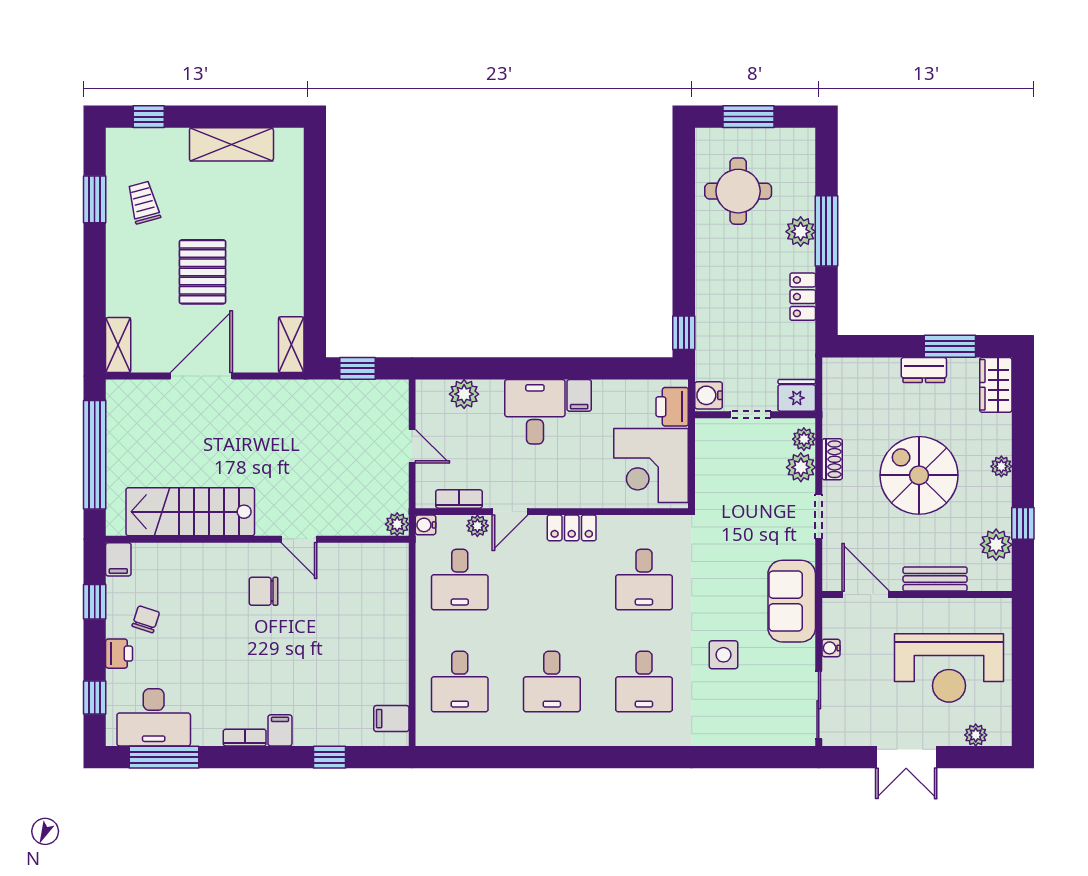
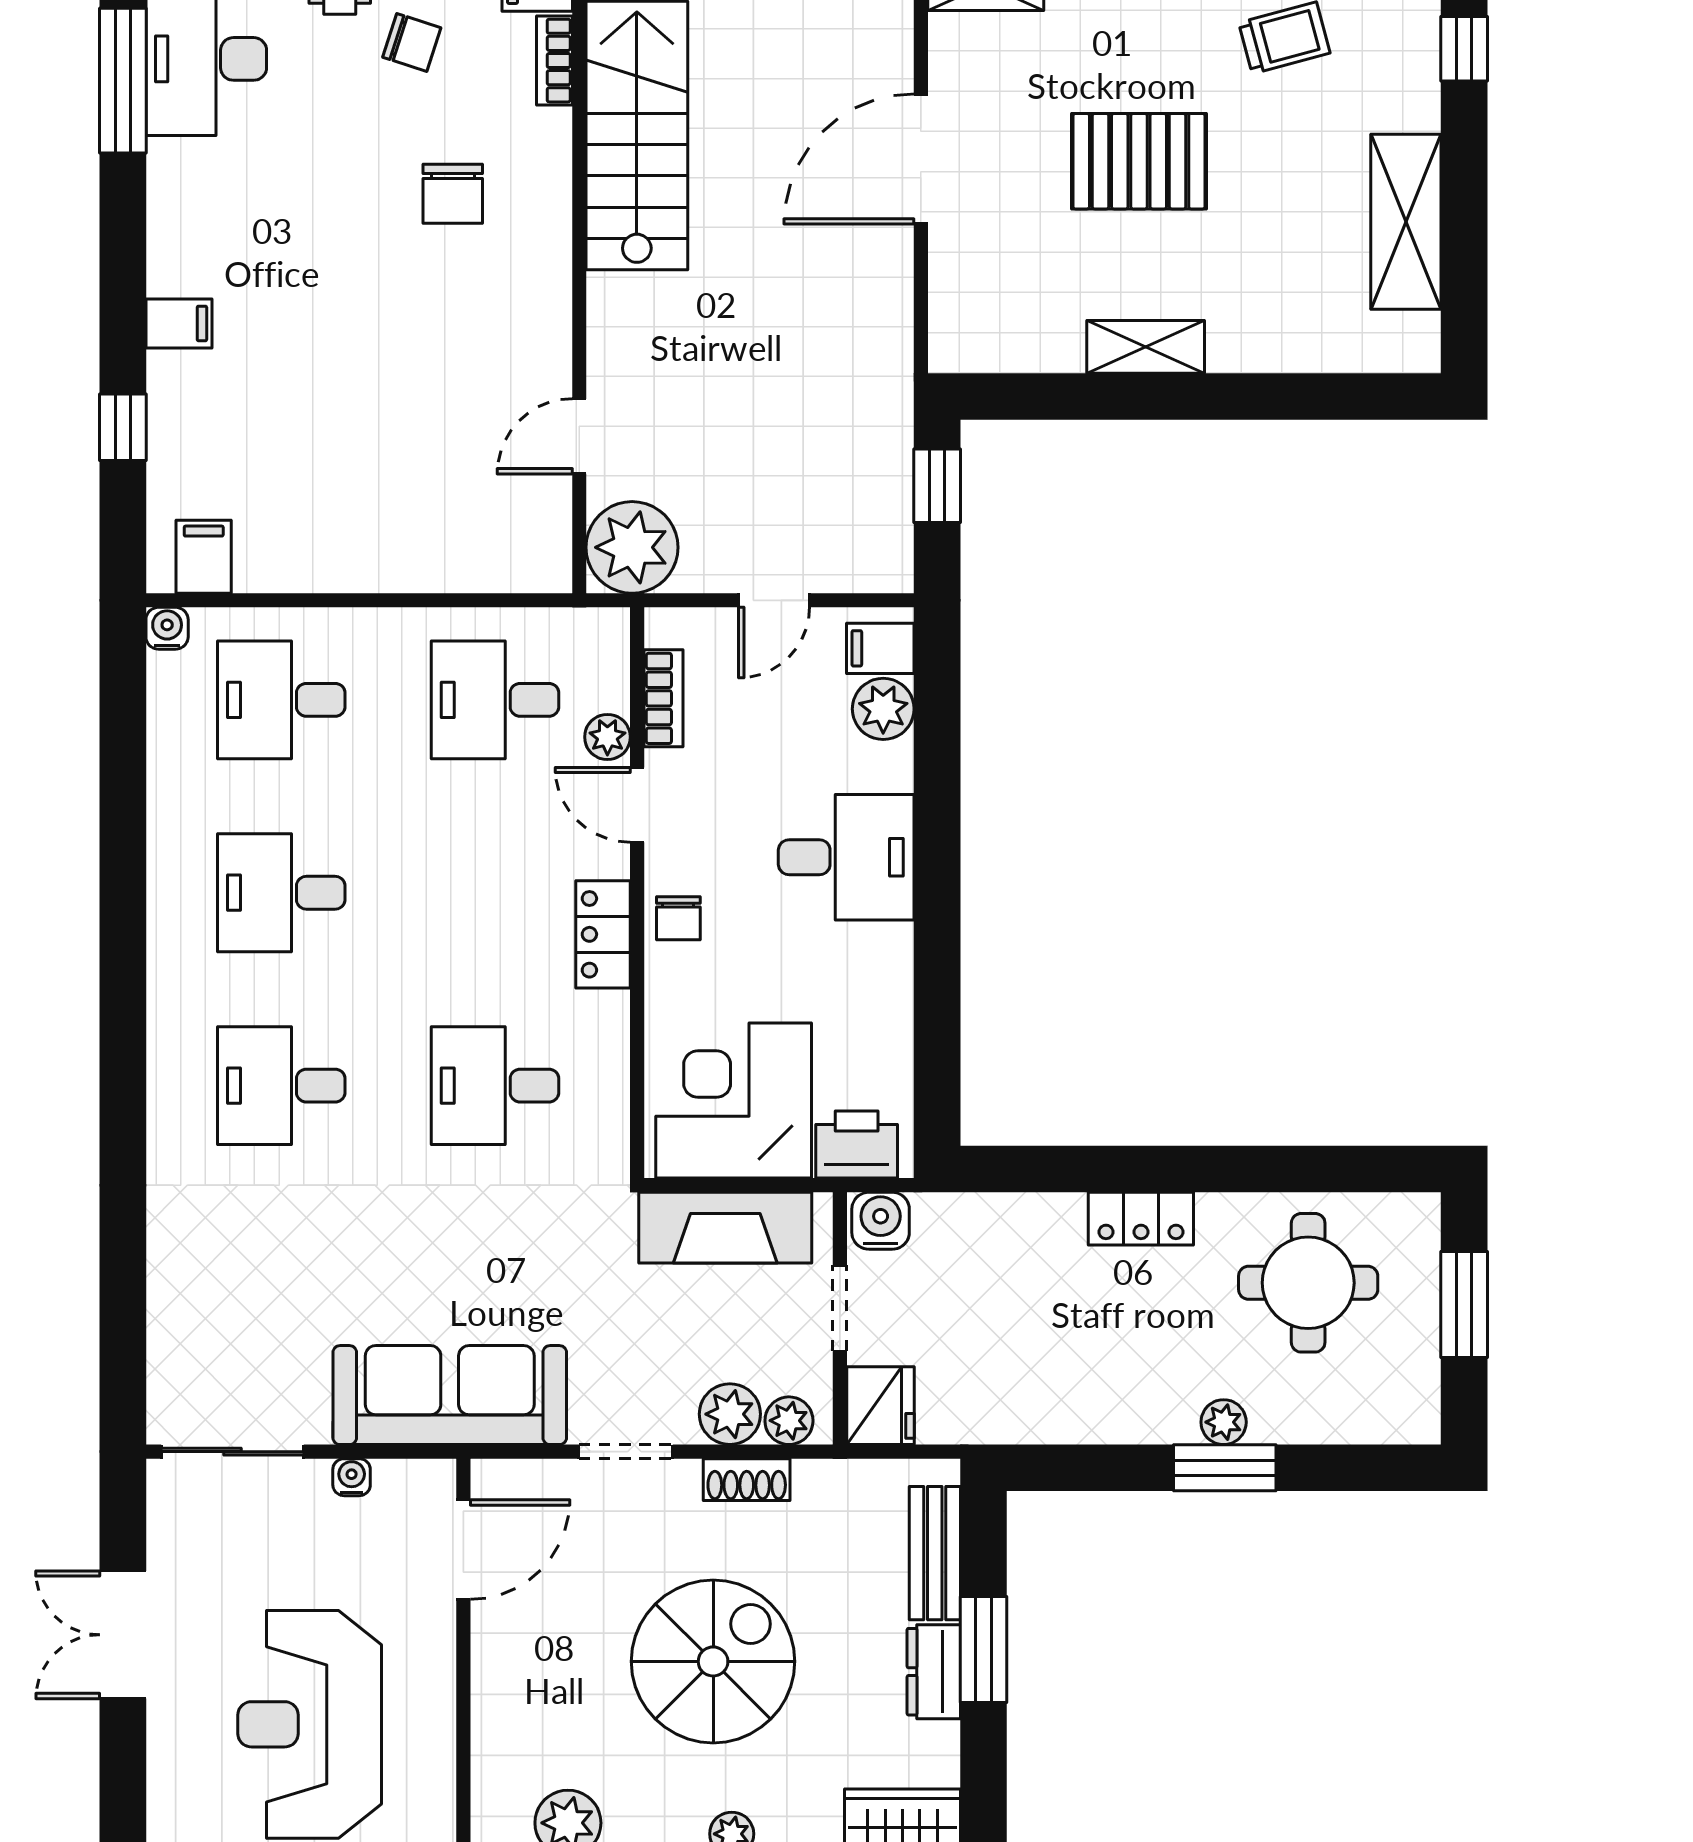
window: (826, 231) -> (1225, 1468), width x0.69
plant: (801, 232) -> (1224, 1422), width x0.73, depth x0.73
locker: (803, 297) -> (1141, 1219), moved, turned 180
window: (684, 333) -> (1011, 1169), removed
shelving: (291, 345) -> (1146, 347), moved
window: (950, 346) -> (983, 1650), moved
door: (201, 376) -> (921, 159), swing flipped
filing cabinet: (579, 395) -> (880, 648), moved
fireplace: (712, 469) -> (725, 1228), added
chair: (564, 492) -> (678, 918), added
plant: (397, 524) -> (632, 547), width x1.88, depth x1.88
water cooler: (426, 525) -> (167, 628), moved
door: (299, 539) -> (579, 436), moved
bench: (935, 579) -> (935, 1553), moved
chair: (264, 591) -> (453, 194), moved, turned 180
sofa: (792, 601) -> (450, 1395), width x1.36
side table: (723, 655) -> (337, 1252), removed
plant: (976, 735) -> (169, 1780), removed
bookcase: (245, 738) -> (554, 61), moved, turned 180

